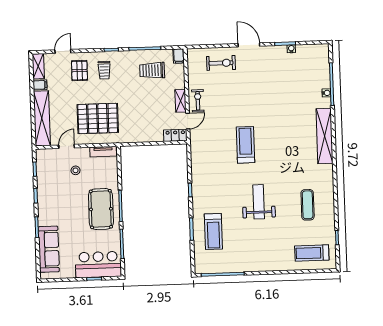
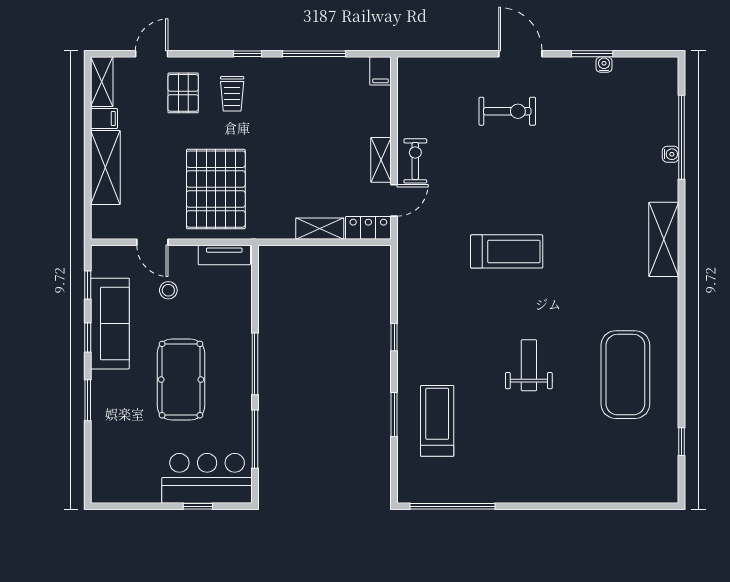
exercise bike: (221, 63) -> (507, 111), moved
trolley: (152, 70) -> (327, 98), removed
shelving: (42, 118) -> (105, 167), width x0.68
pallet: (98, 118) -> (216, 189), turned 90
shelving: (325, 136) -> (664, 239), width x0.68
shelving: (151, 137) -> (320, 229), added
treadmill: (245, 145) -> (507, 251), turned 90
door: (67, 146) -> (152, 242), swing flipped
weight bench: (259, 202) -> (529, 365), width x0.73, depth x0.75
exercise mat: (308, 205) -> (625, 375), width x2.00, depth x1.45
pool table: (101, 209) -> (181, 380), moved
treadmill: (213, 232) -> (437, 421), turned 180
sofa: (49, 249) -> (110, 324), moved
treadmill: (312, 253) -> (630, 470), removed

